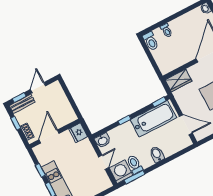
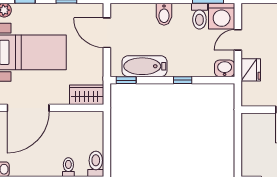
bathtub: (153, 119) -> (144, 66), width x0.73, depth x0.73
fridge: (78, 133) -> (251, 70), moved

